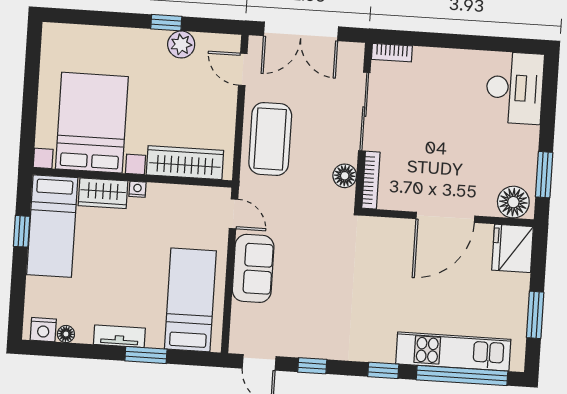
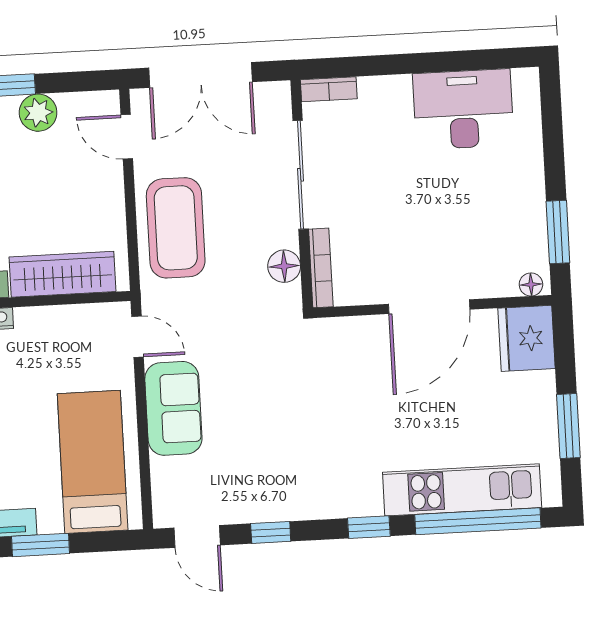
desk: (515, 88) -> (463, 109), moved, turned -90
floor lamp: (513, 202) -> (531, 284), width x0.53, depth x0.53

